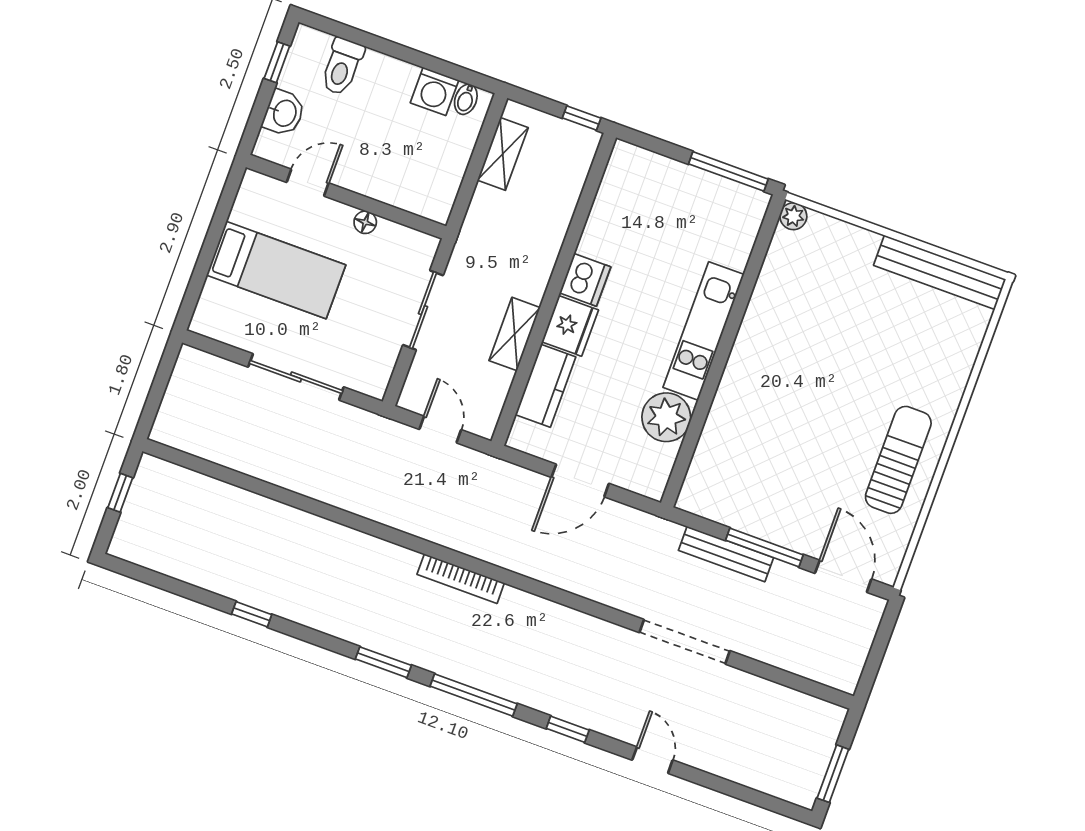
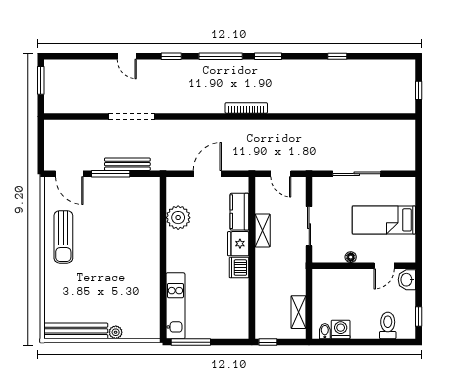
washbasin: (284, 113) -> (407, 280), moved
plant: (793, 216) -> (116, 332), moved
kitchen unit: (704, 331) -> (175, 306), moved

